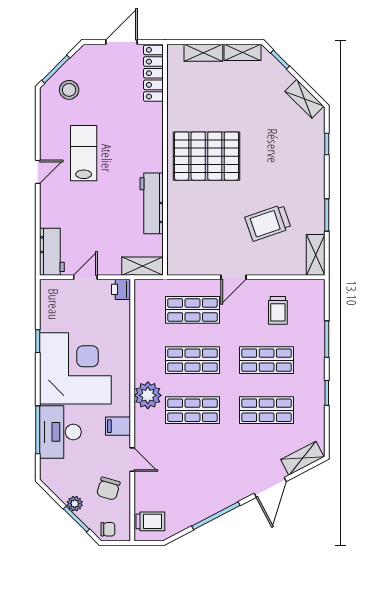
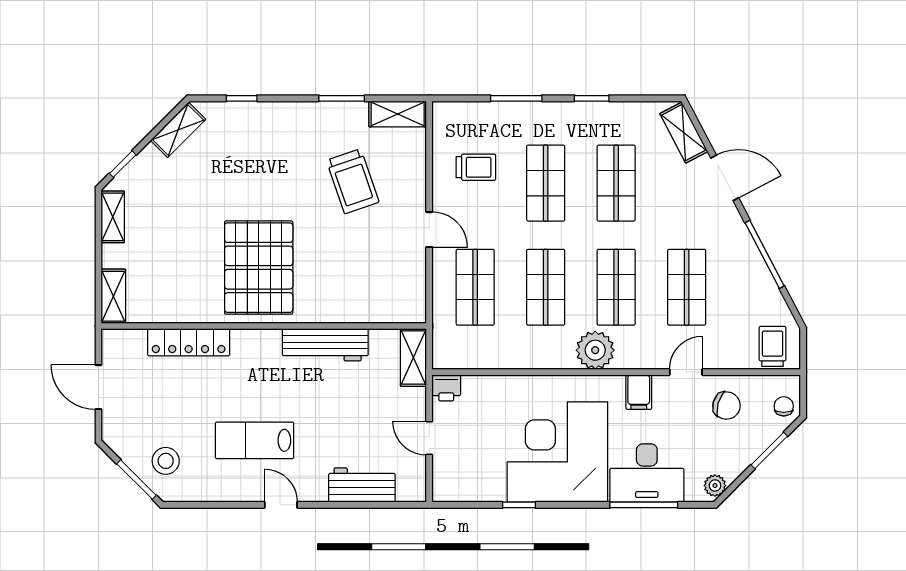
shelving: (203, 53) -> (113, 296), moved
locker: (153, 73) -> (189, 342), moved
workbench: (52, 252) -> (362, 485), moved
shop shelf: (192, 460) -> (687, 287), added
plant: (75, 504) -> (715, 486), moved

